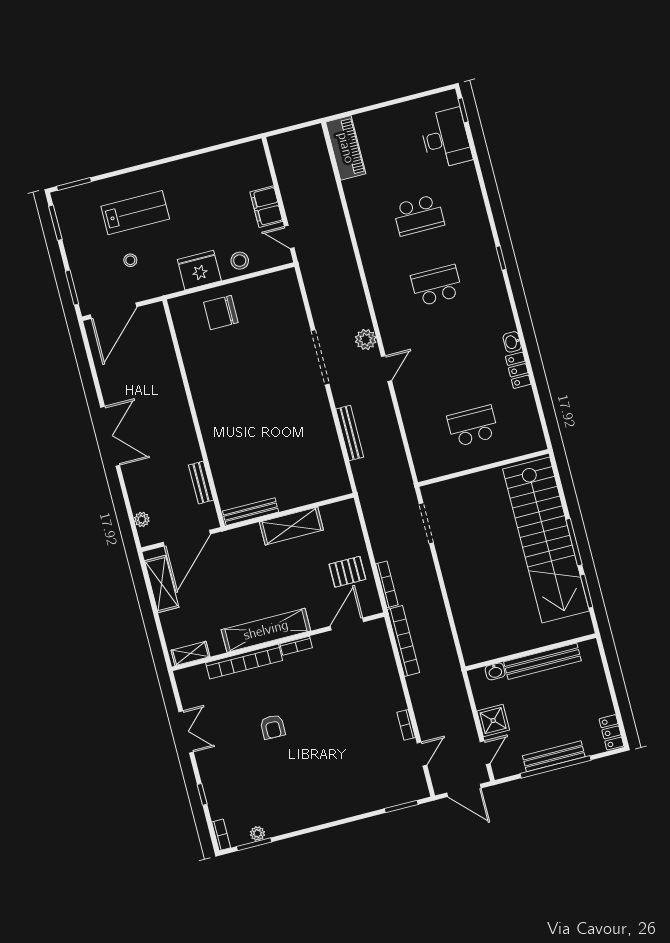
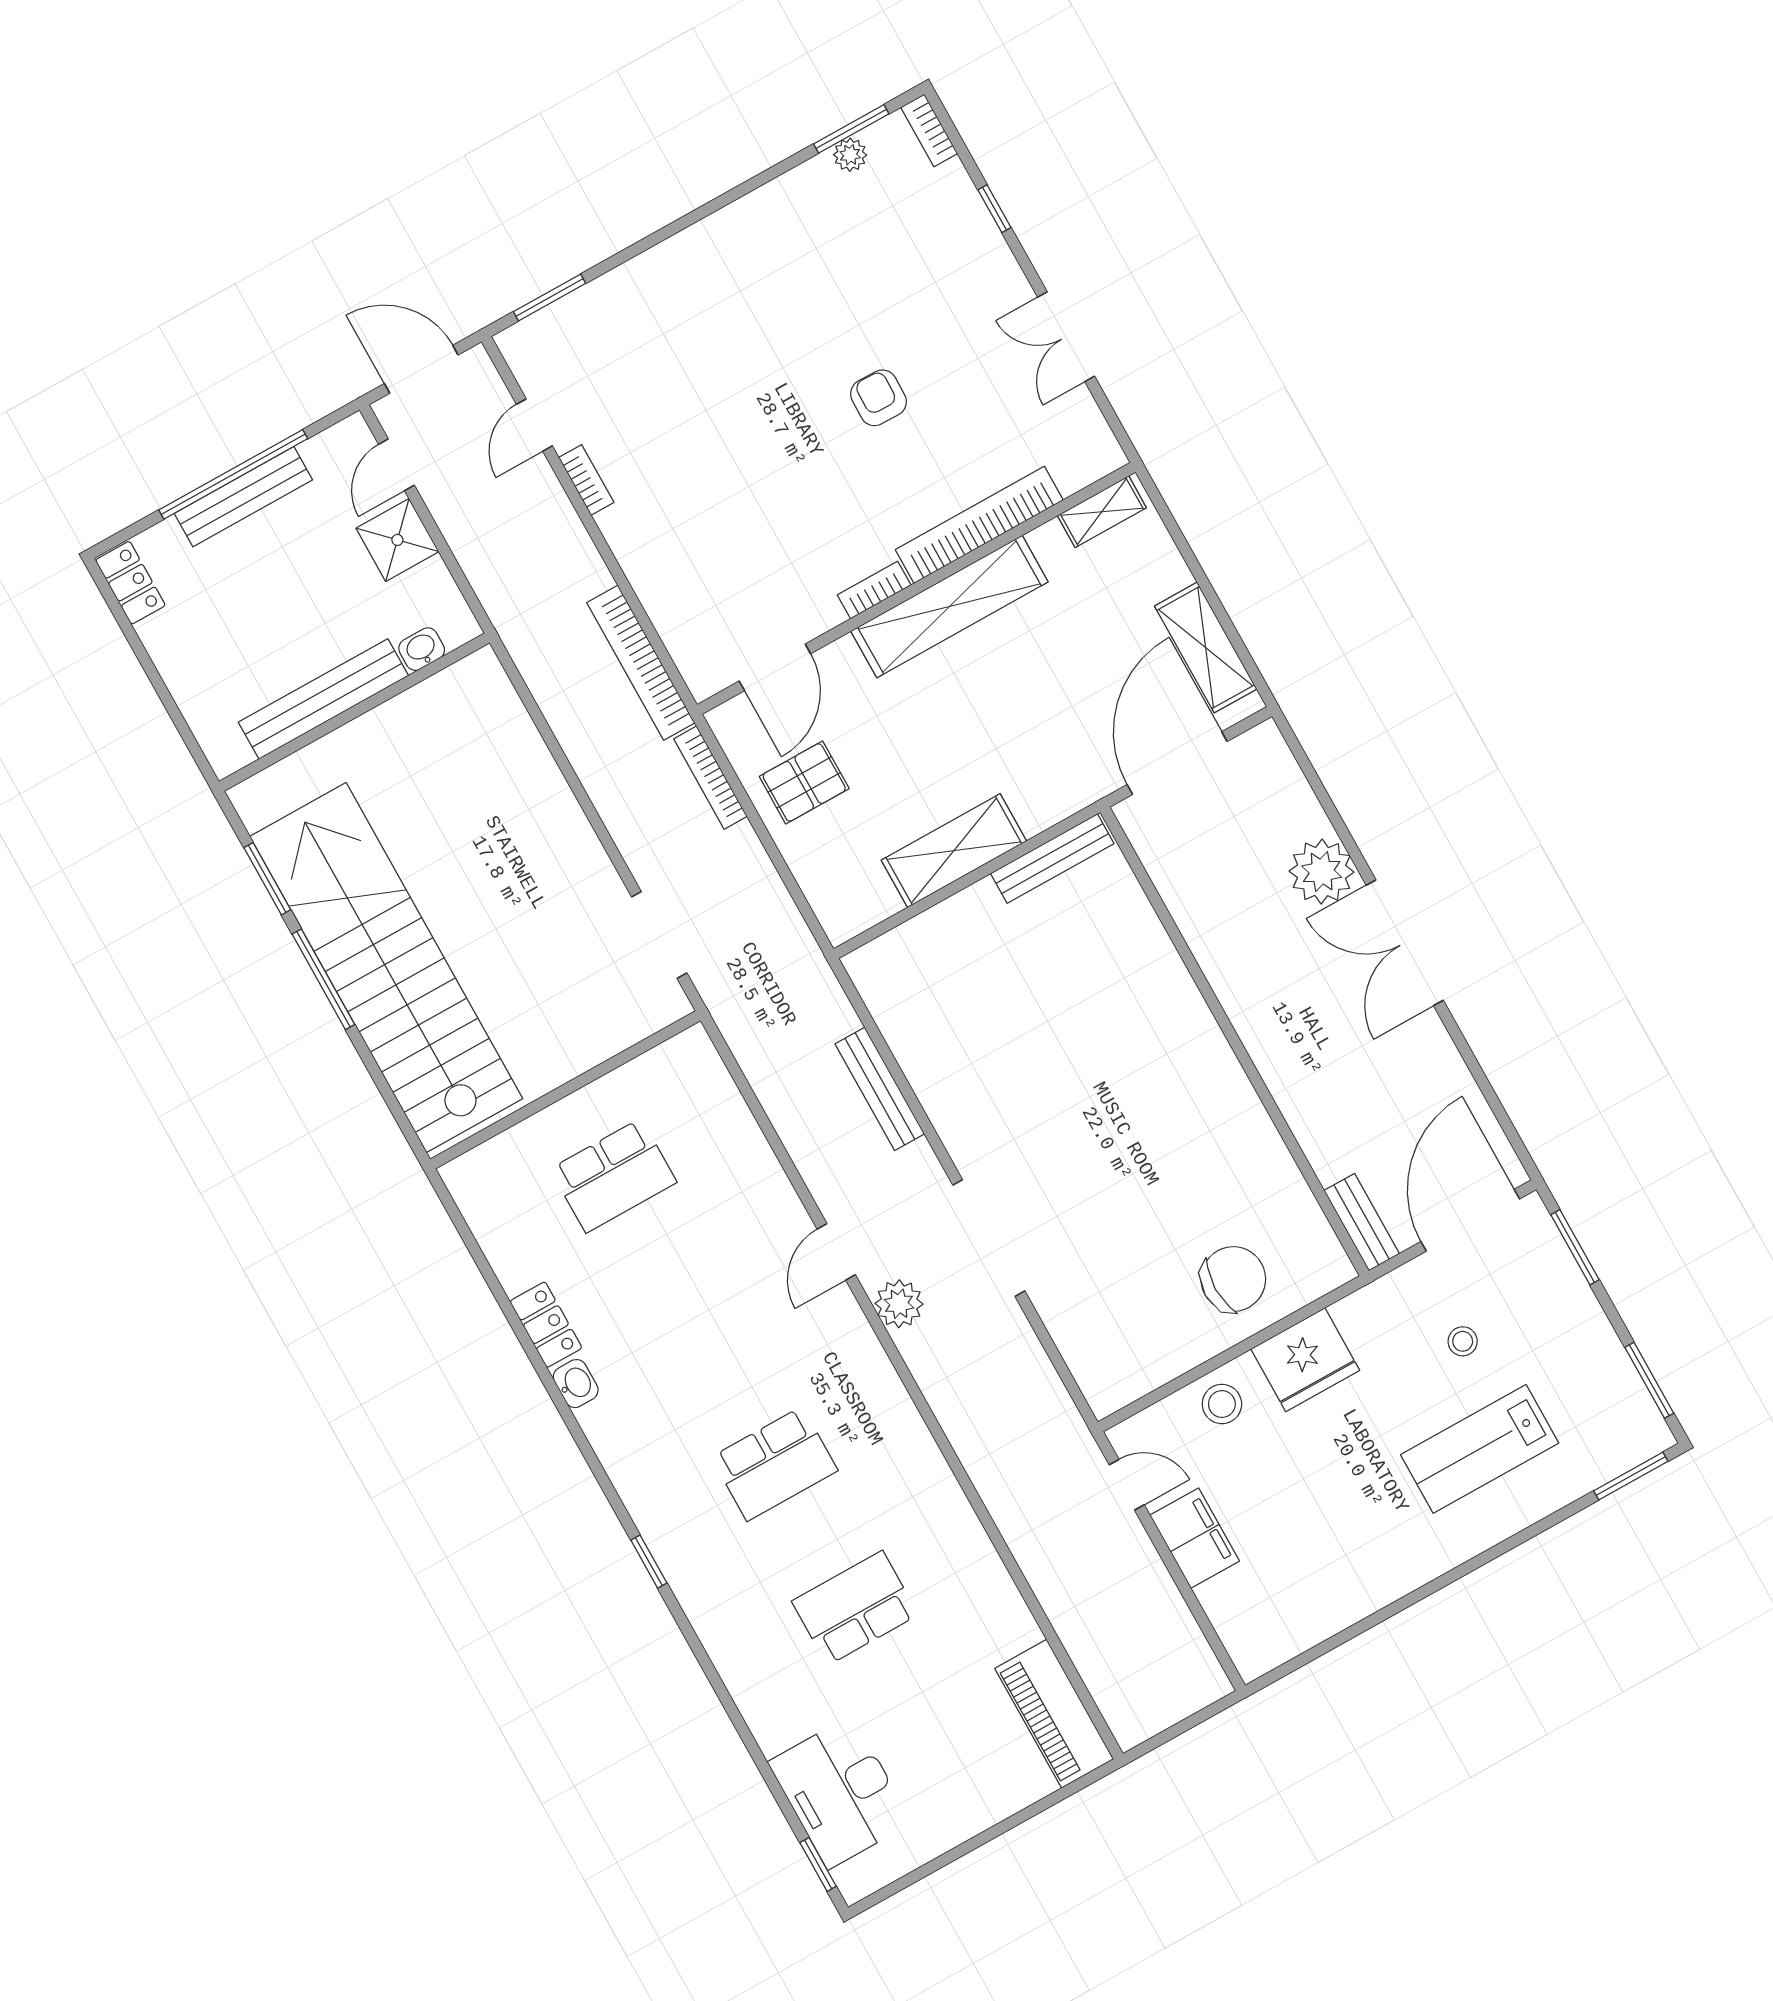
bench: (201, 483) -> (1362, 1222), moved
plant: (142, 519) -> (1322, 872), moved, width x1.88, depth x1.88

